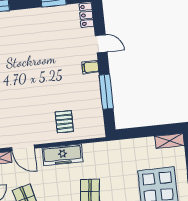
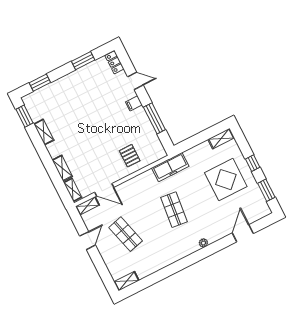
freezer: (62, 155) -> (170, 167), moved

